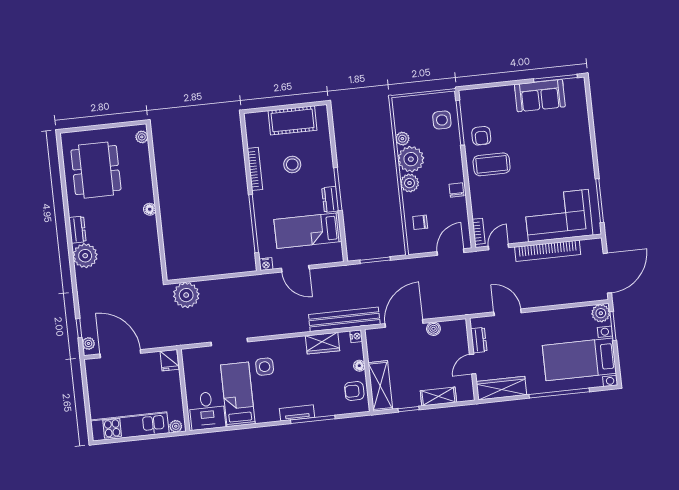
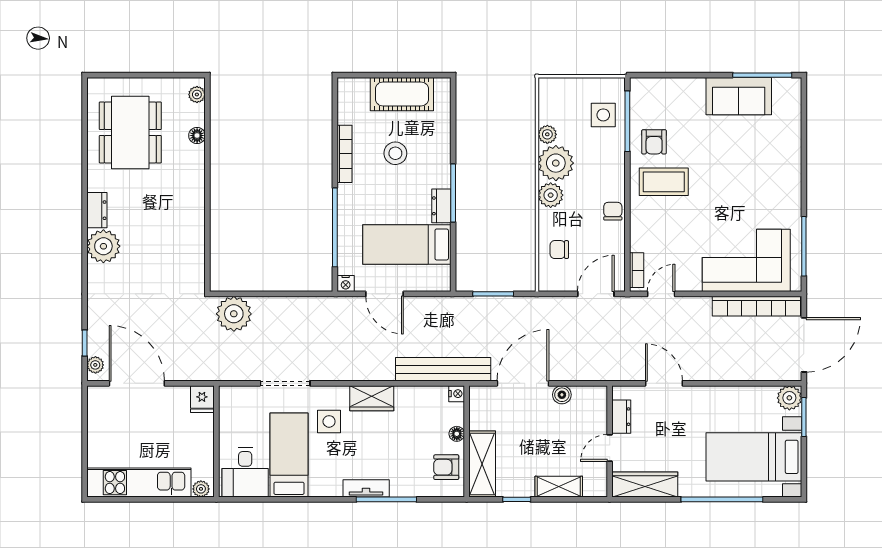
floor lamp: (150, 209) -> (197, 136), moved
bookcase: (548, 251) -> (756, 306), moved
wardrobe: (322, 343) -> (372, 398), moved

